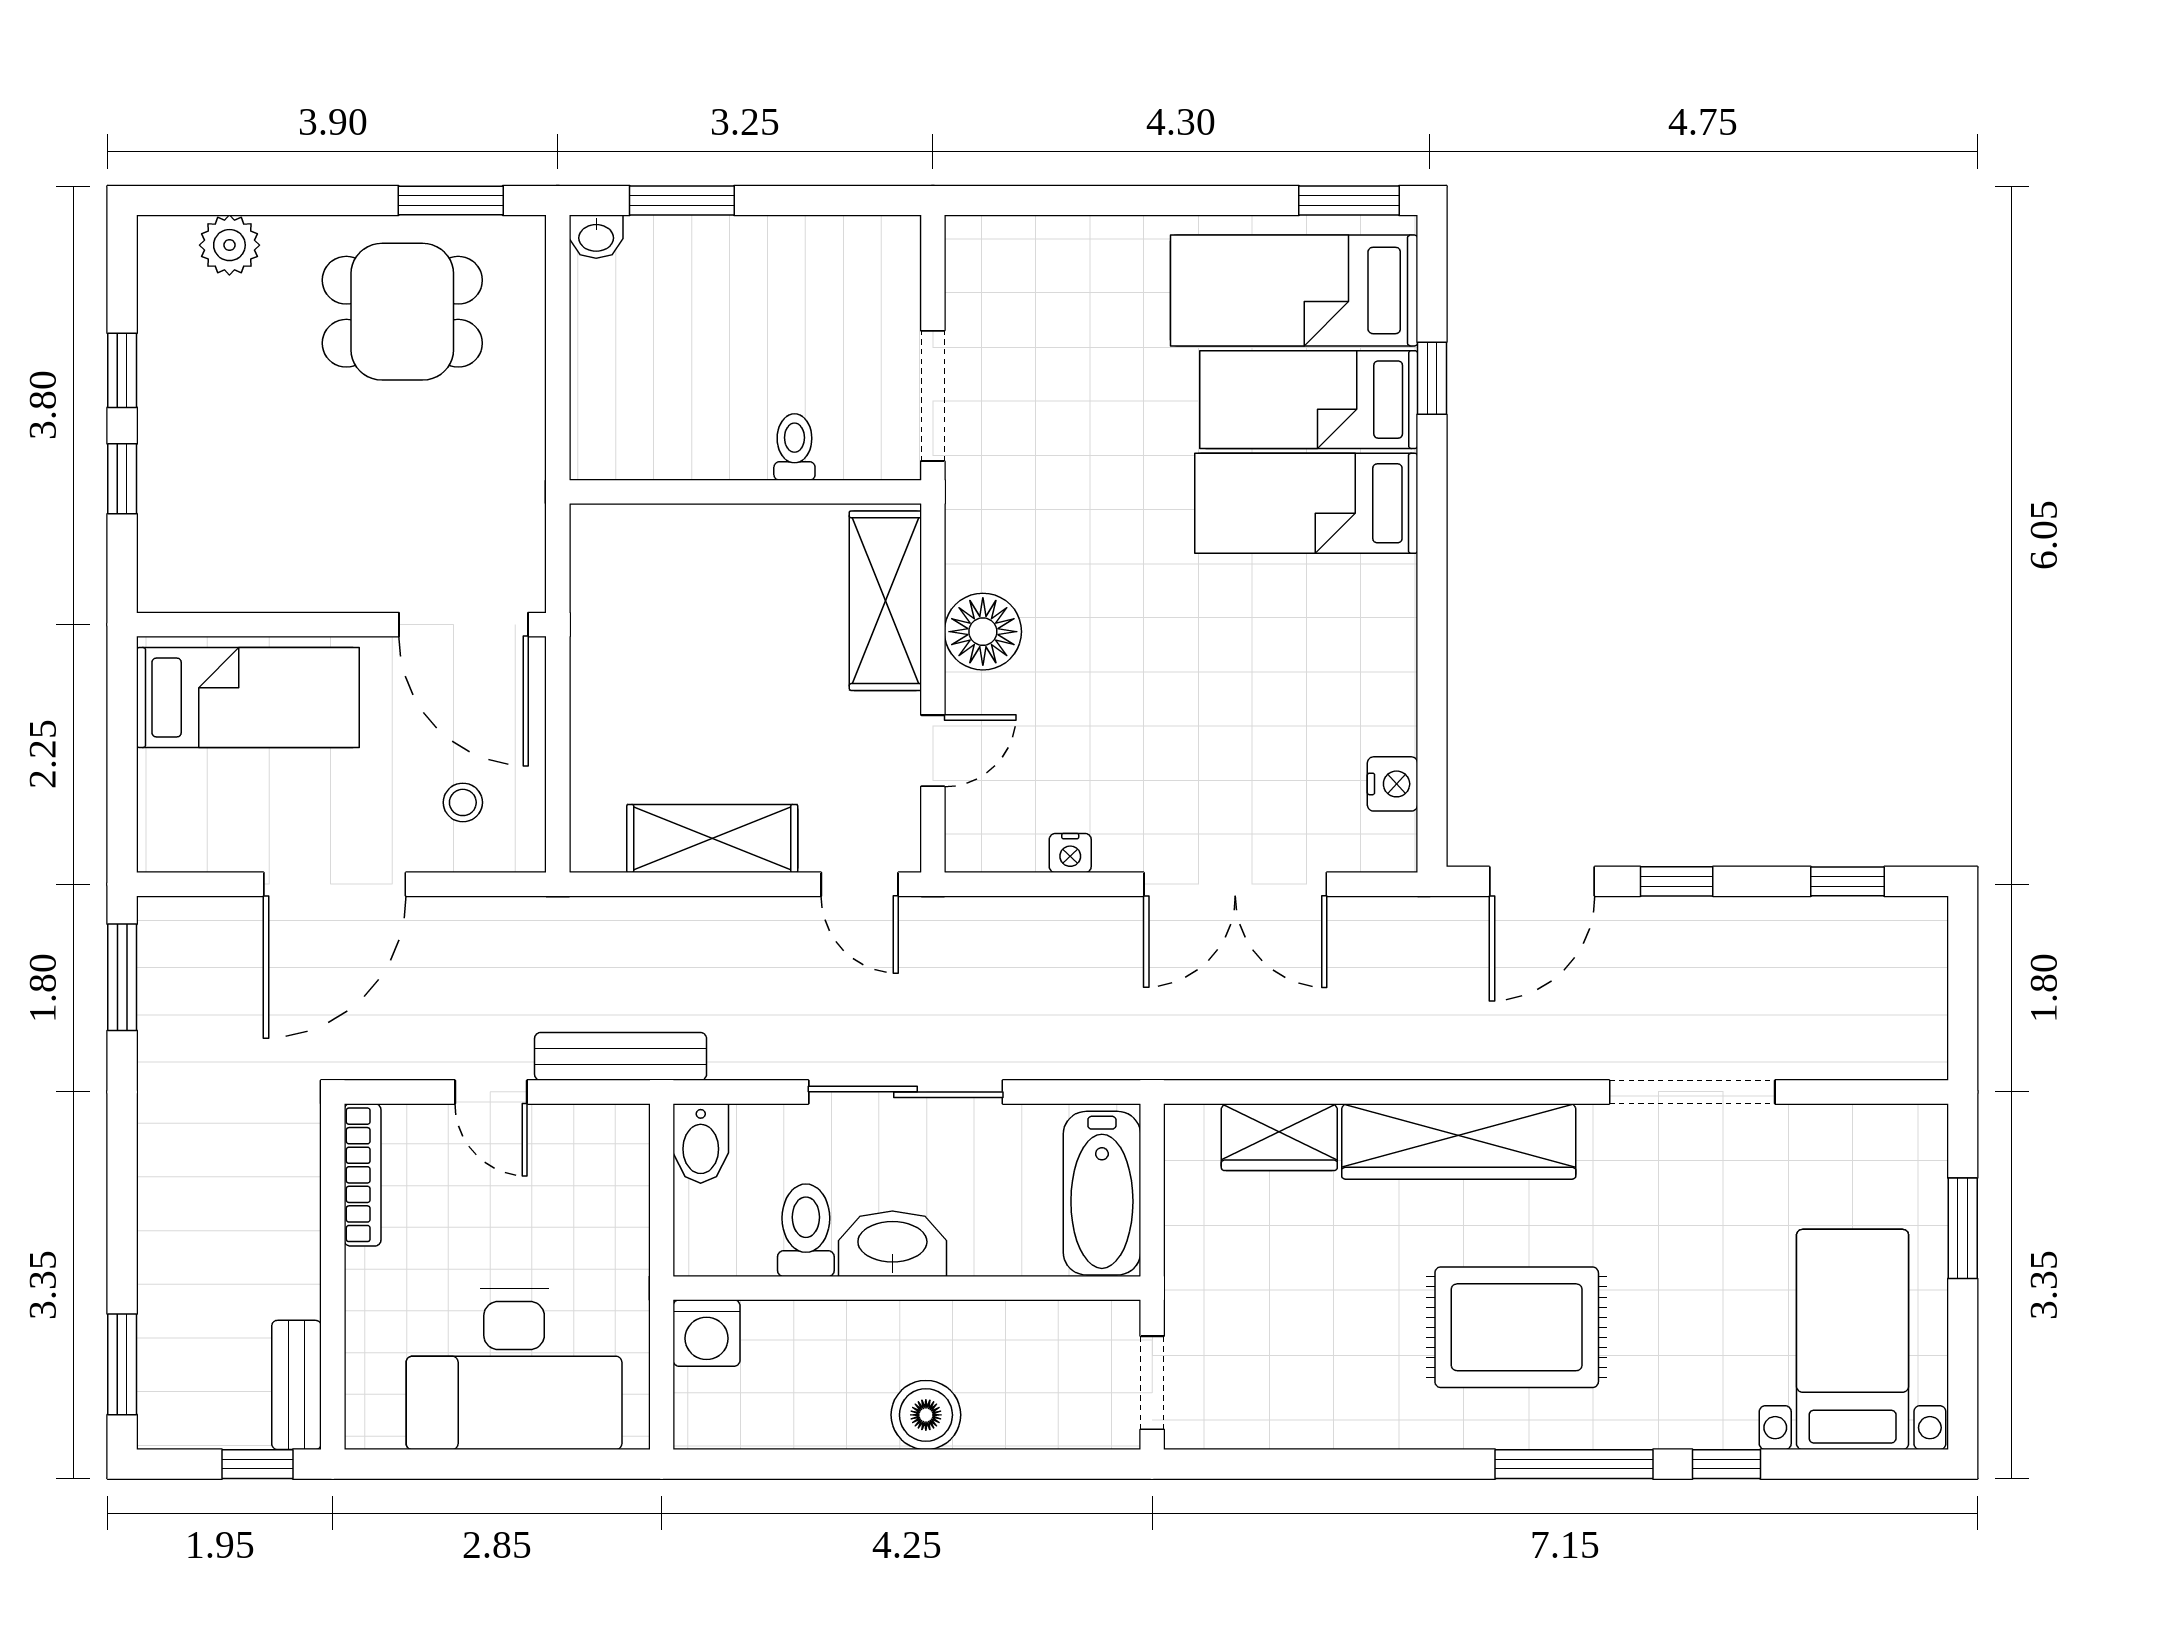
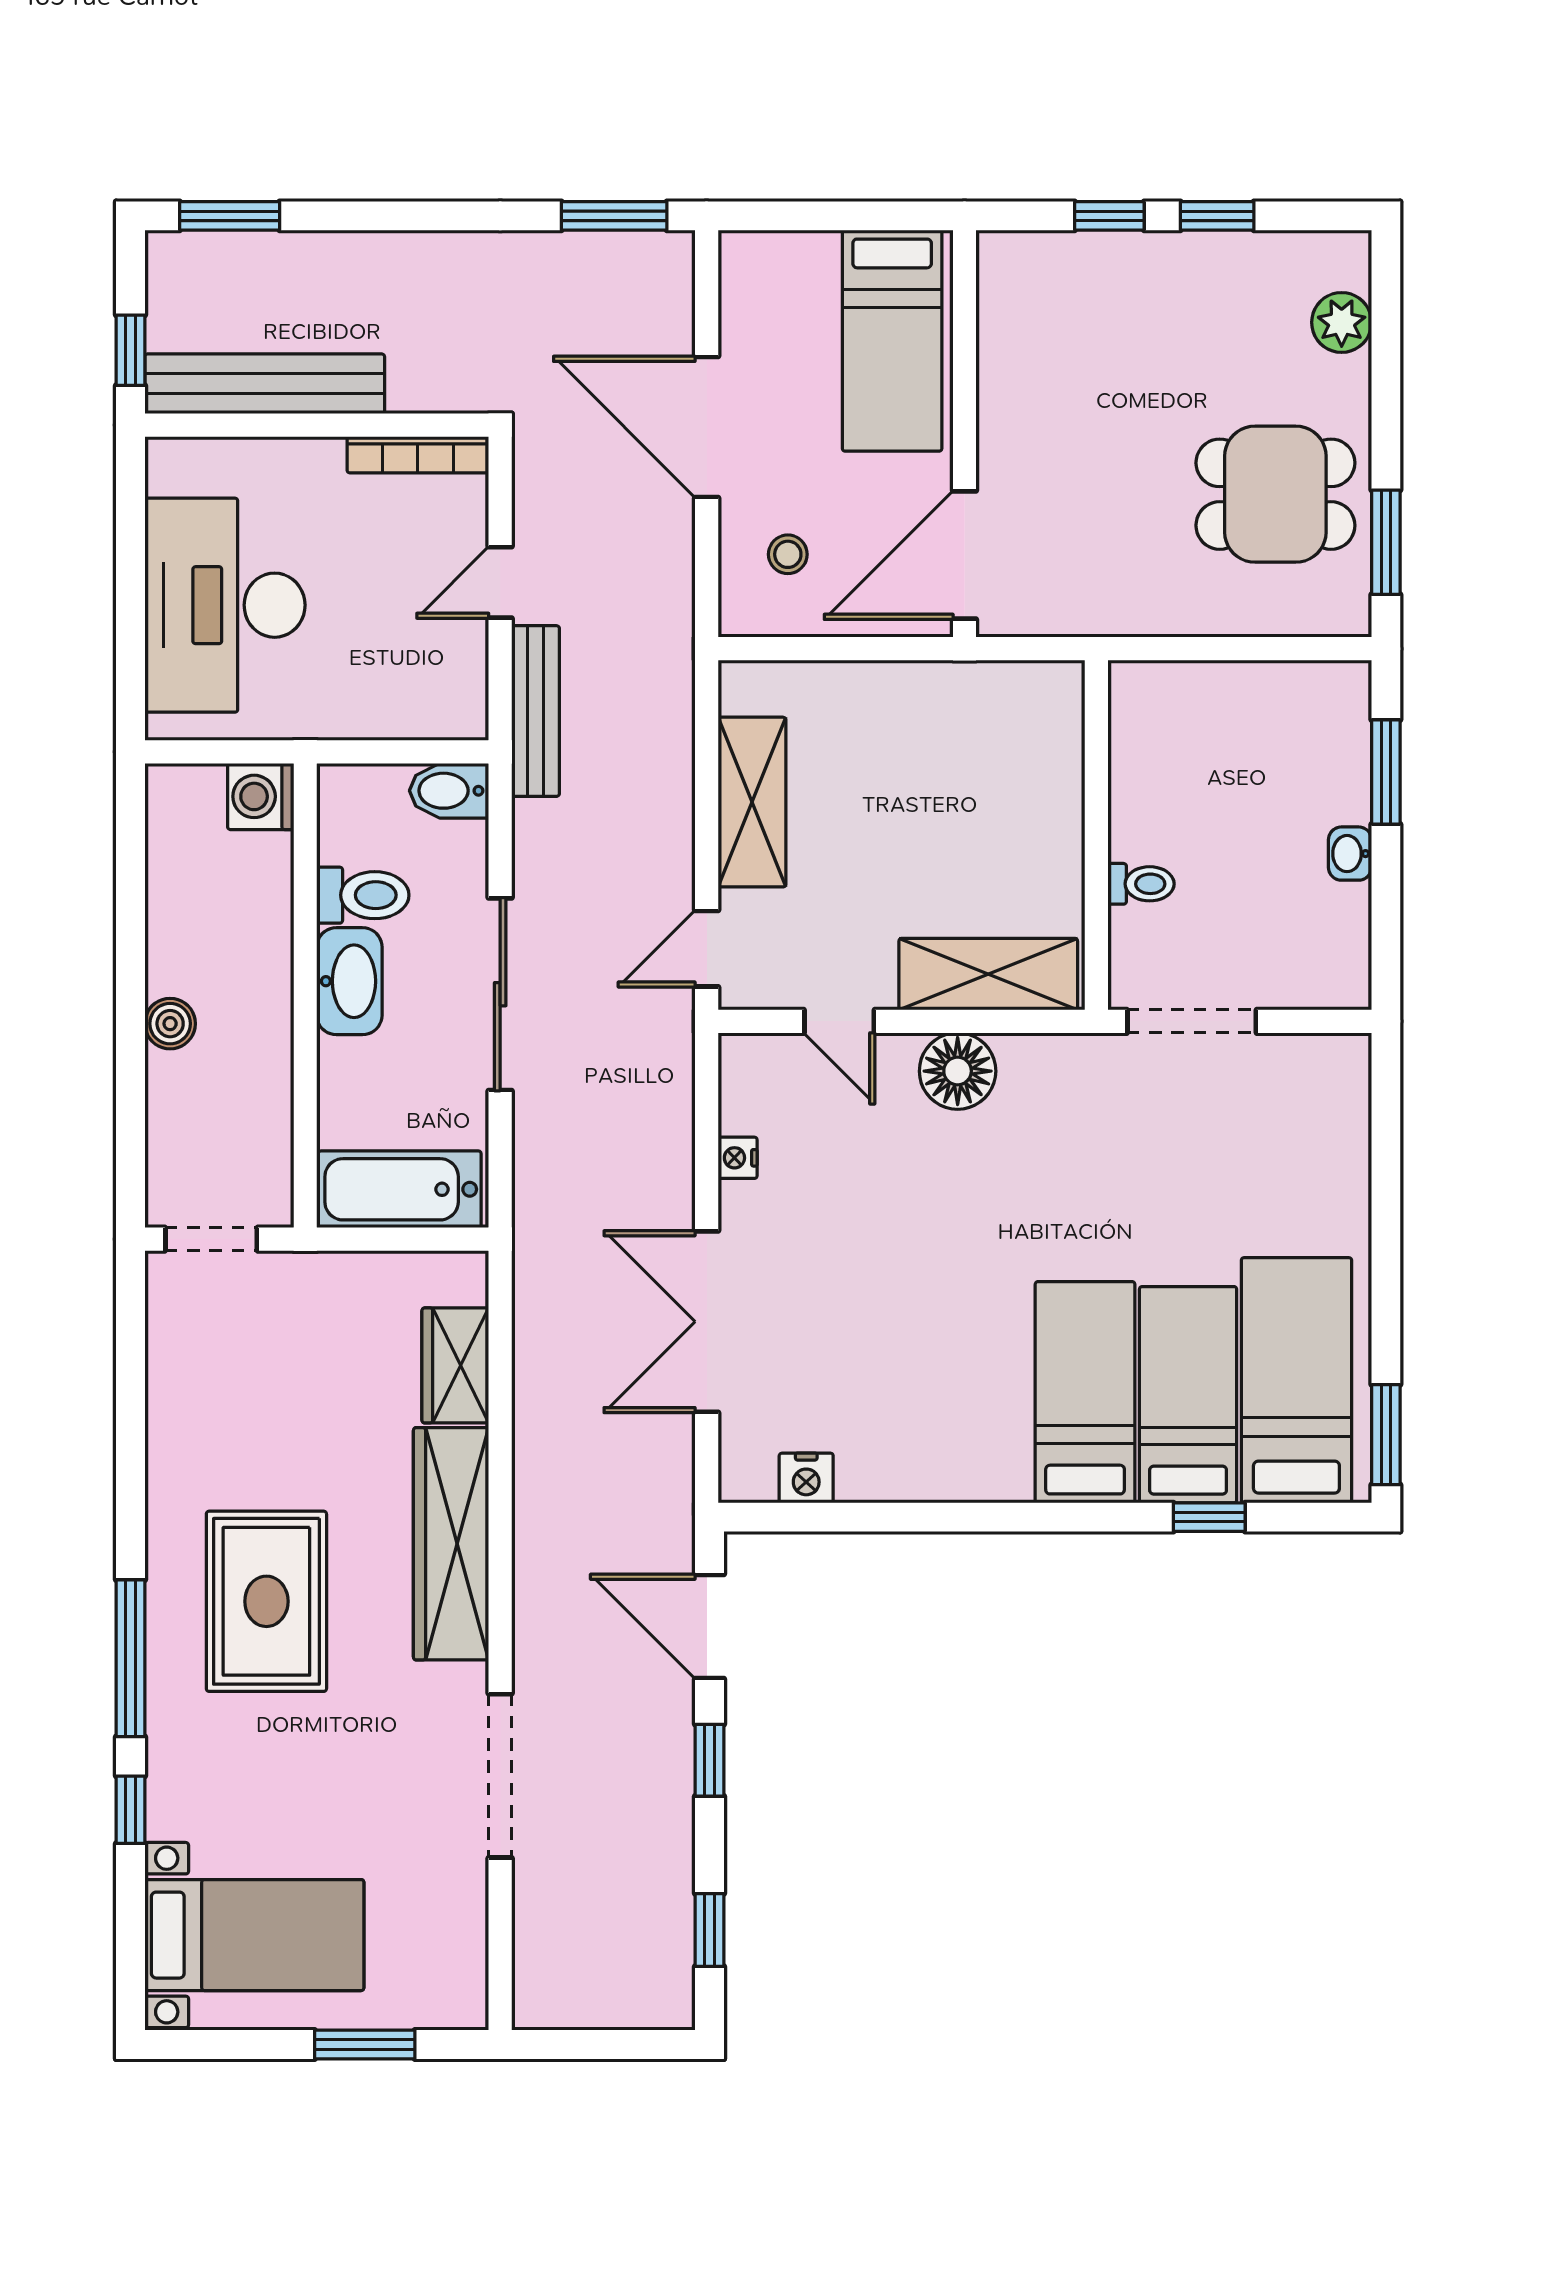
washbasin: (596, 237) -> (1350, 854), moved
dining table: (402, 312) -> (1275, 494), turned 90
bench: (296, 1385) -> (265, 384), width x1.86, depth x1.21
boiler: (926, 1415) -> (170, 1024), width x0.73, depth x0.73

